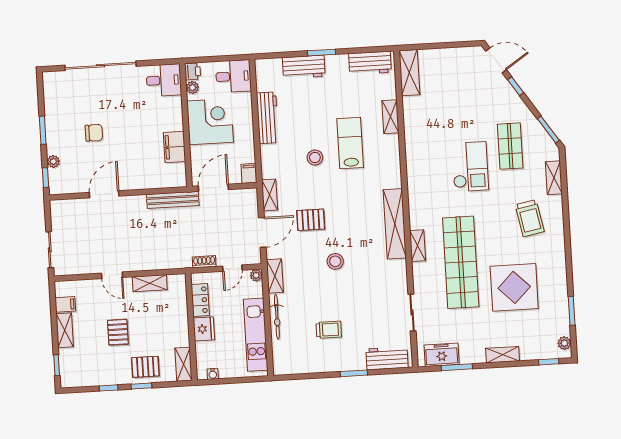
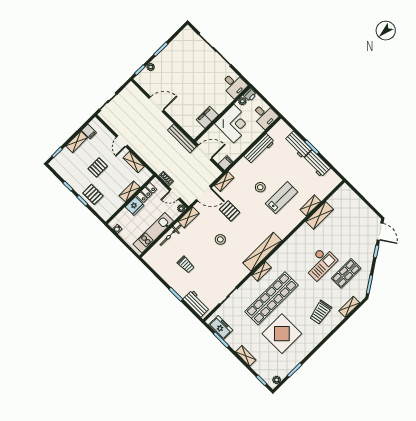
workbench: (370, 63) -> (317, 163), moved
shelving: (409, 73) -> (320, 215), moved
chair: (94, 133) -> (181, 74), removed
shelving: (183, 364) -> (130, 191), moved

